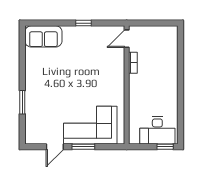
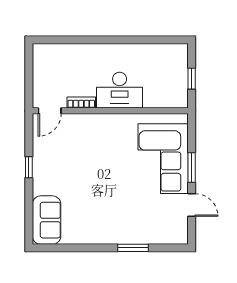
door: (127, 39) -> (50, 111), hinge flipped
desk: (157, 130) -> (120, 90), moved, turned 90
window: (165, 147) -> (192, 79), moved

